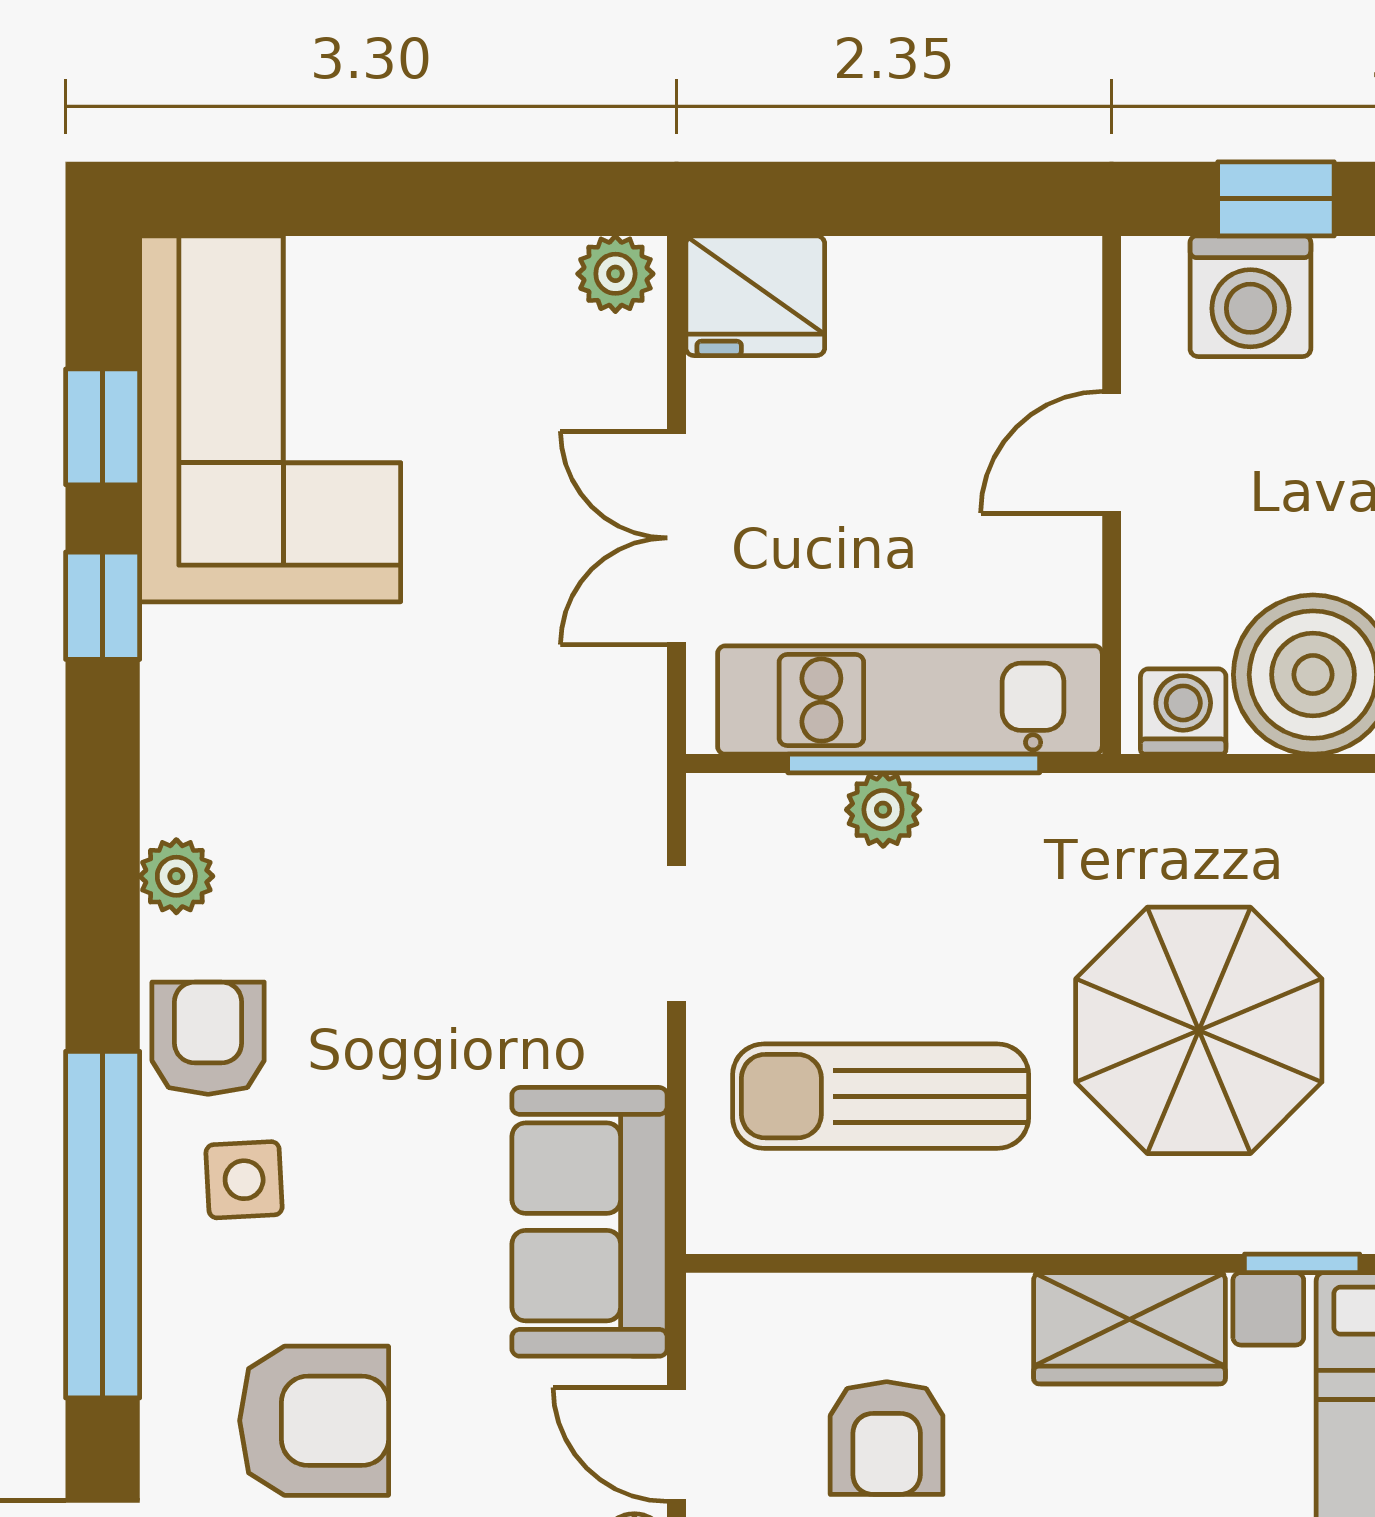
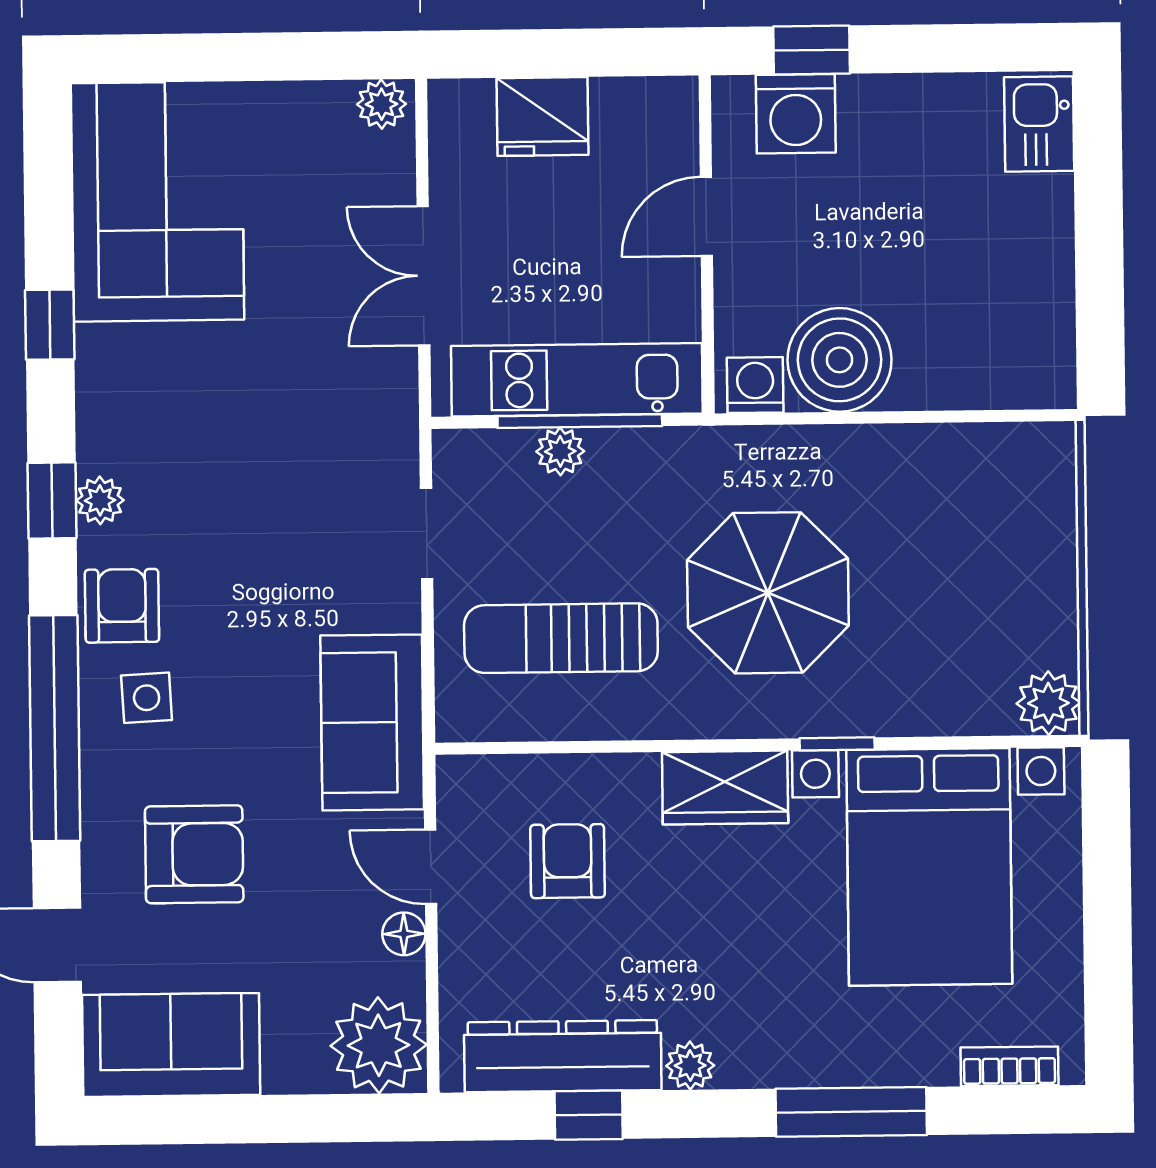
fridge: (755, 296) -> (543, 116), moved
window: (103, 427) -> (52, 501), moved
armchair: (887, 1438) -> (568, 861), turned 180

